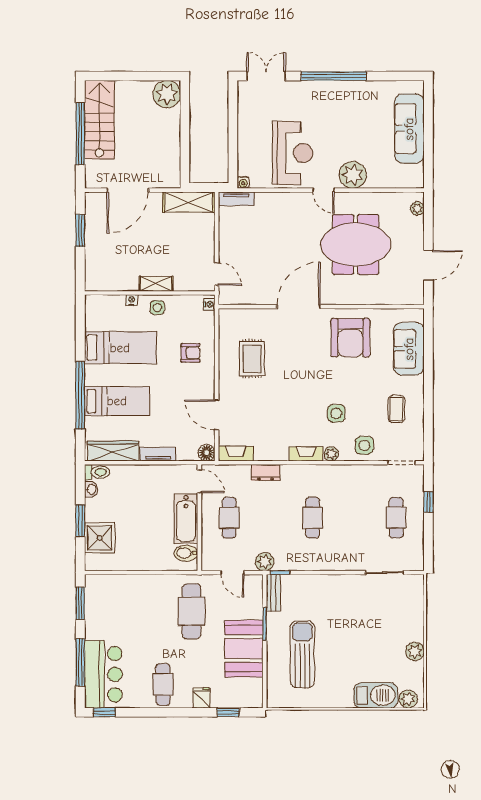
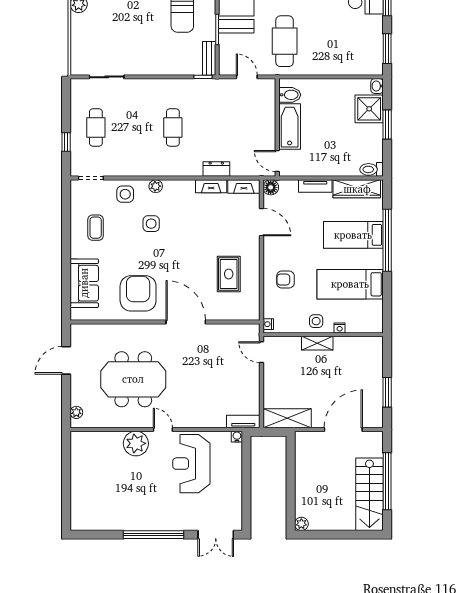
plant: (167, 94) -> (301, 524), width x0.53, depth x0.53
sofa: (409, 129) -> (84, 486), removed
door: (299, 307) -> (186, 322), swing flipped
fireplace: (306, 454) -> (211, 186), moved
washbasin: (91, 489) -> (377, 86), moved
cafe table: (229, 518) -> (250, 127), removed
plant: (265, 562) -> (217, 87), removed

